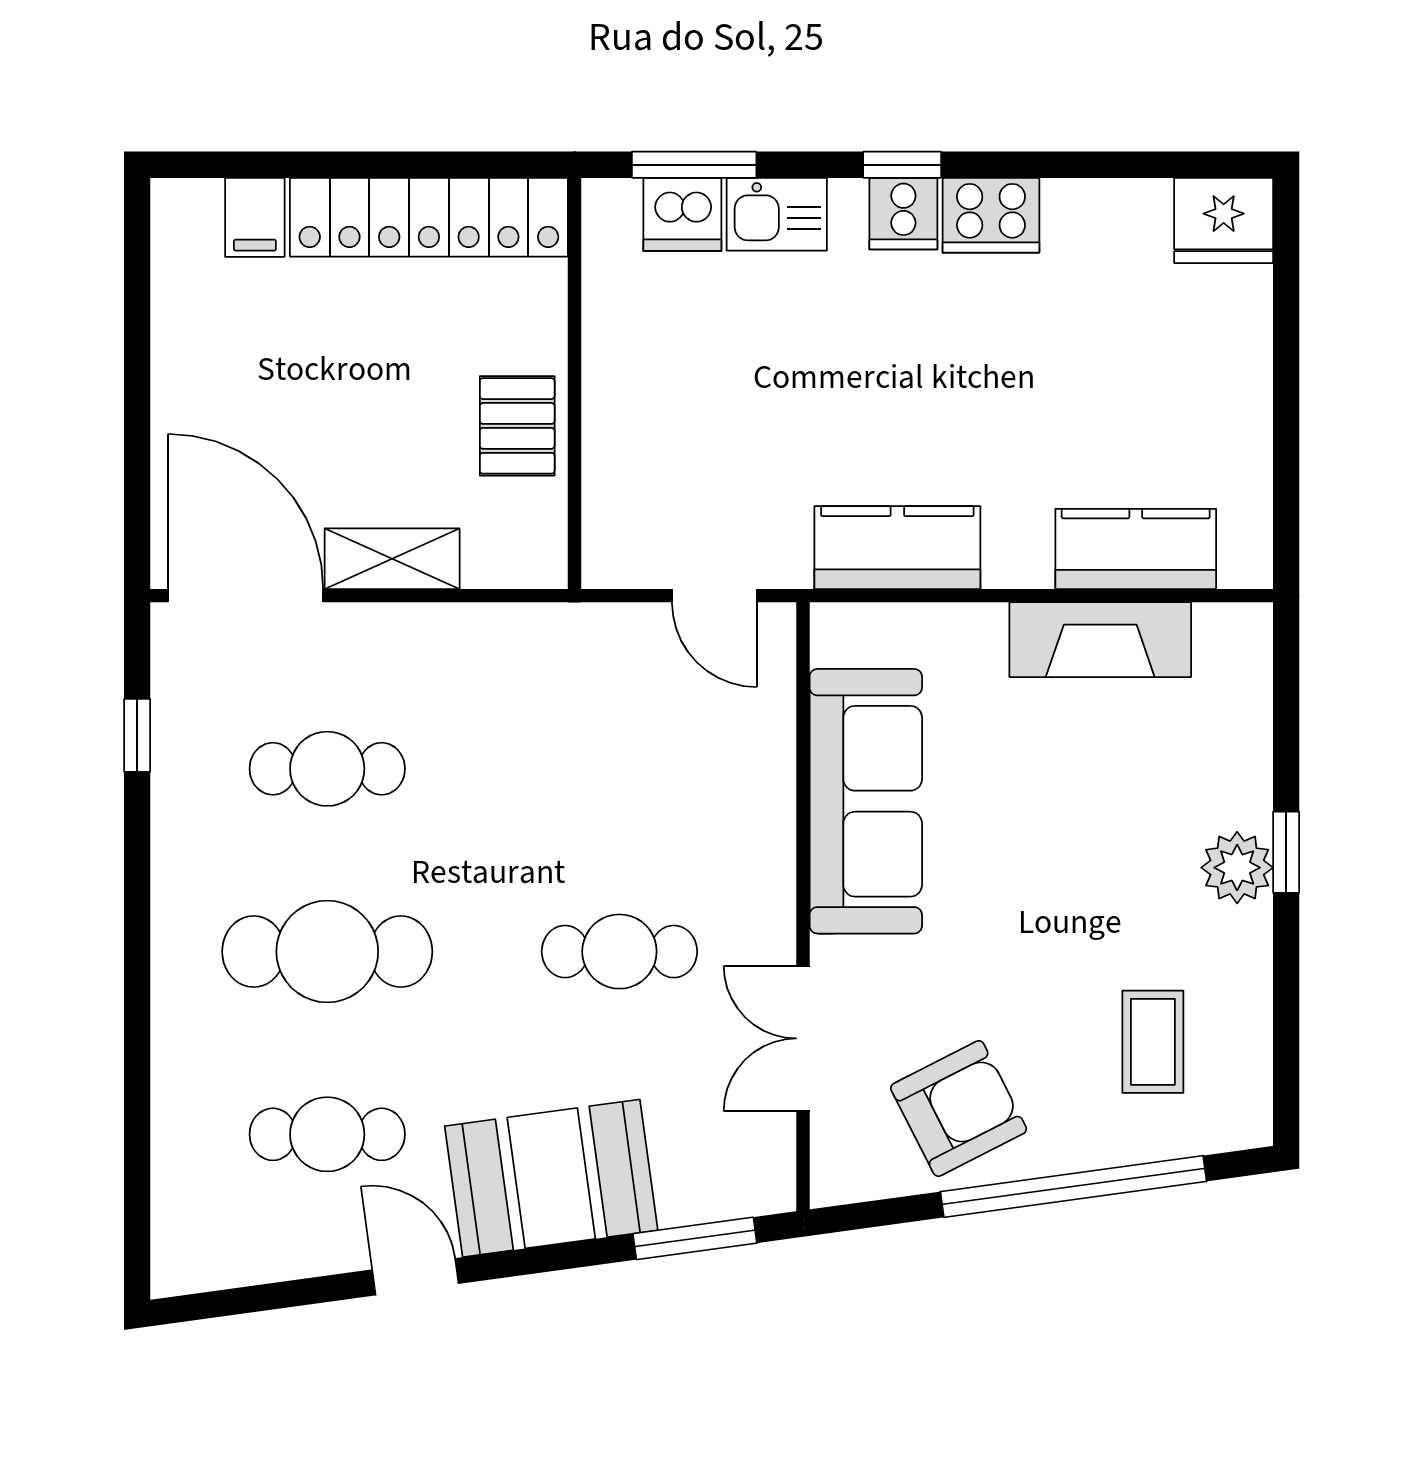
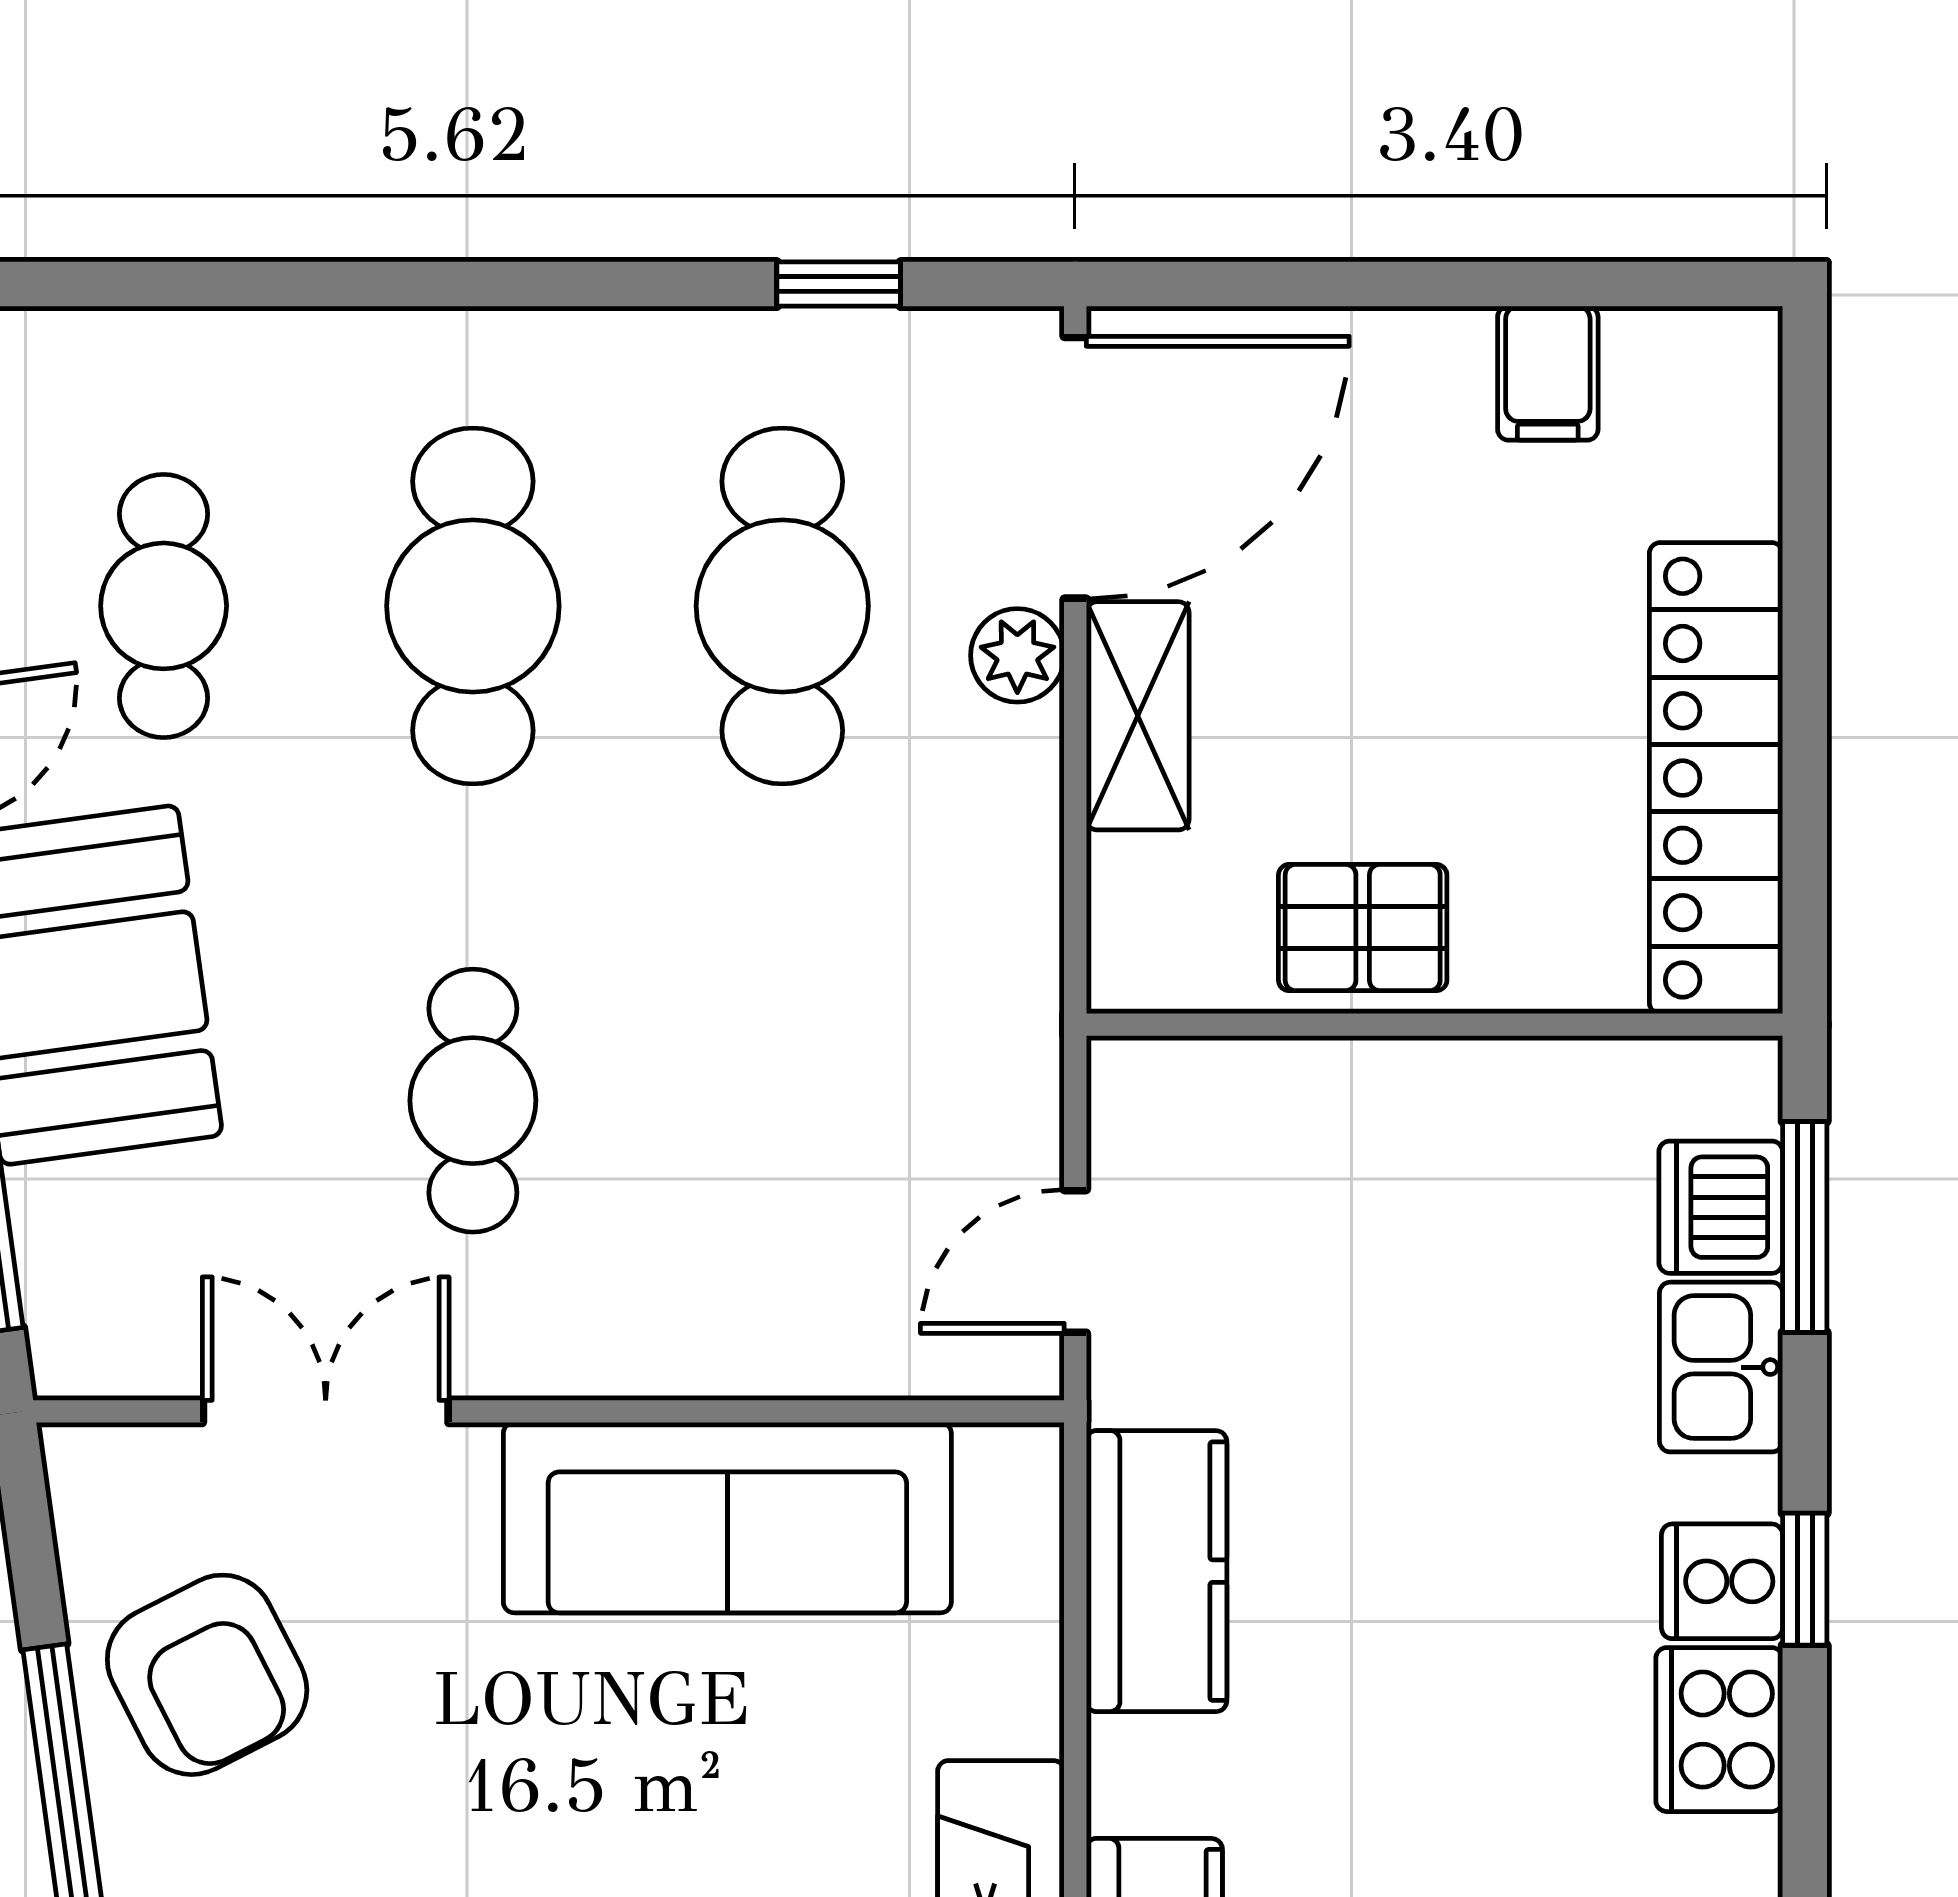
filing cabinet: (255, 217) -> (1548, 373), moved, turned -90
plant: (356, 630) -> (1017, 655), added
cafe table: (327, 769) -> (782, 606), width x1.37, depth x1.35

